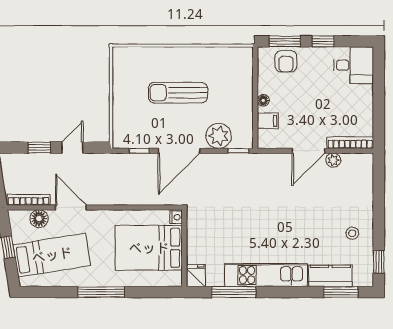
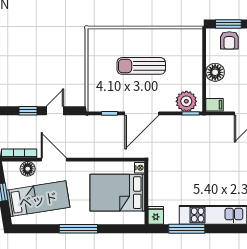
floor lamp: (263, 100) -> (215, 72), width x1.89, depth x1.89
filing cabinet: (268, 121) -> (214, 105), moved
plant: (219, 136) -> (186, 101), moved

